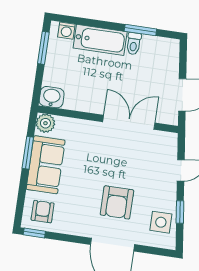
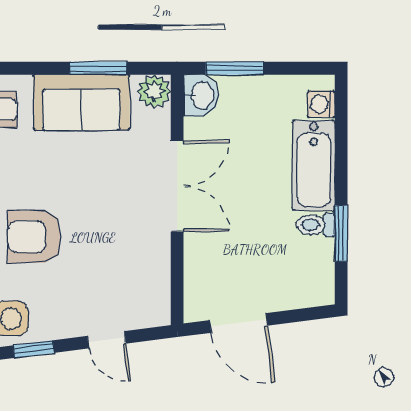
window: (43, 48) -> (234, 68), moved
double door: (129, 122) -> (177, 186), moved

